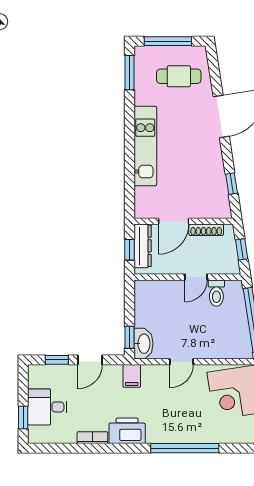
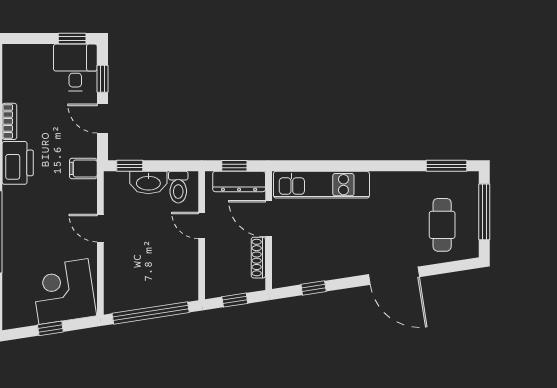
kitchen unit: (145, 146) -> (321, 185), moved
door: (196, 277) -> (202, 225), moved
toilet: (216, 293) -> (178, 187), moved, turned -90
washbasin: (143, 344) -> (148, 182), moved
desk: (47, 407) -> (75, 67), moved
window: (23, 418) -> (72, 39), moved

